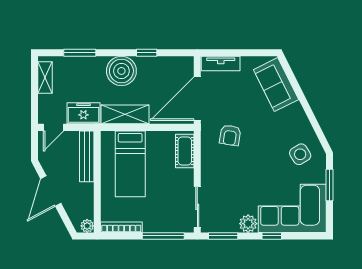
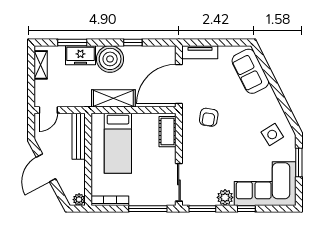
freezer: (83, 113) -> (80, 55), moved, turned 180

